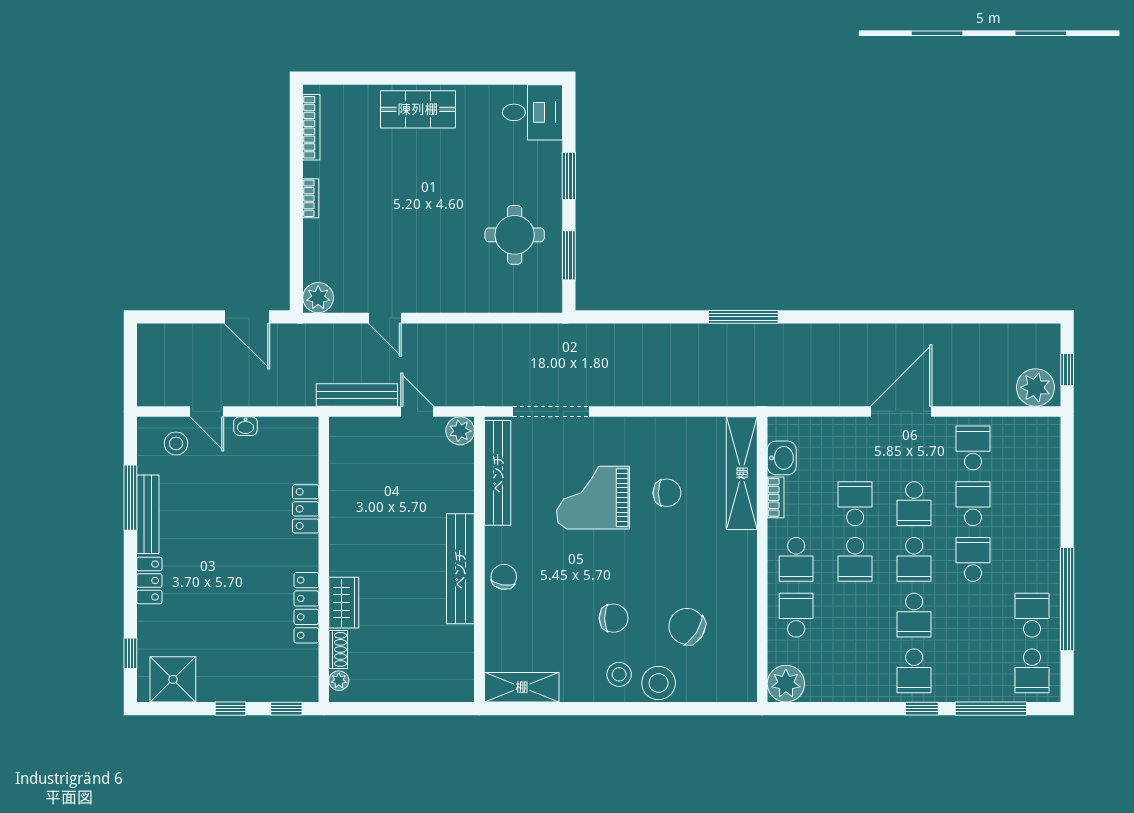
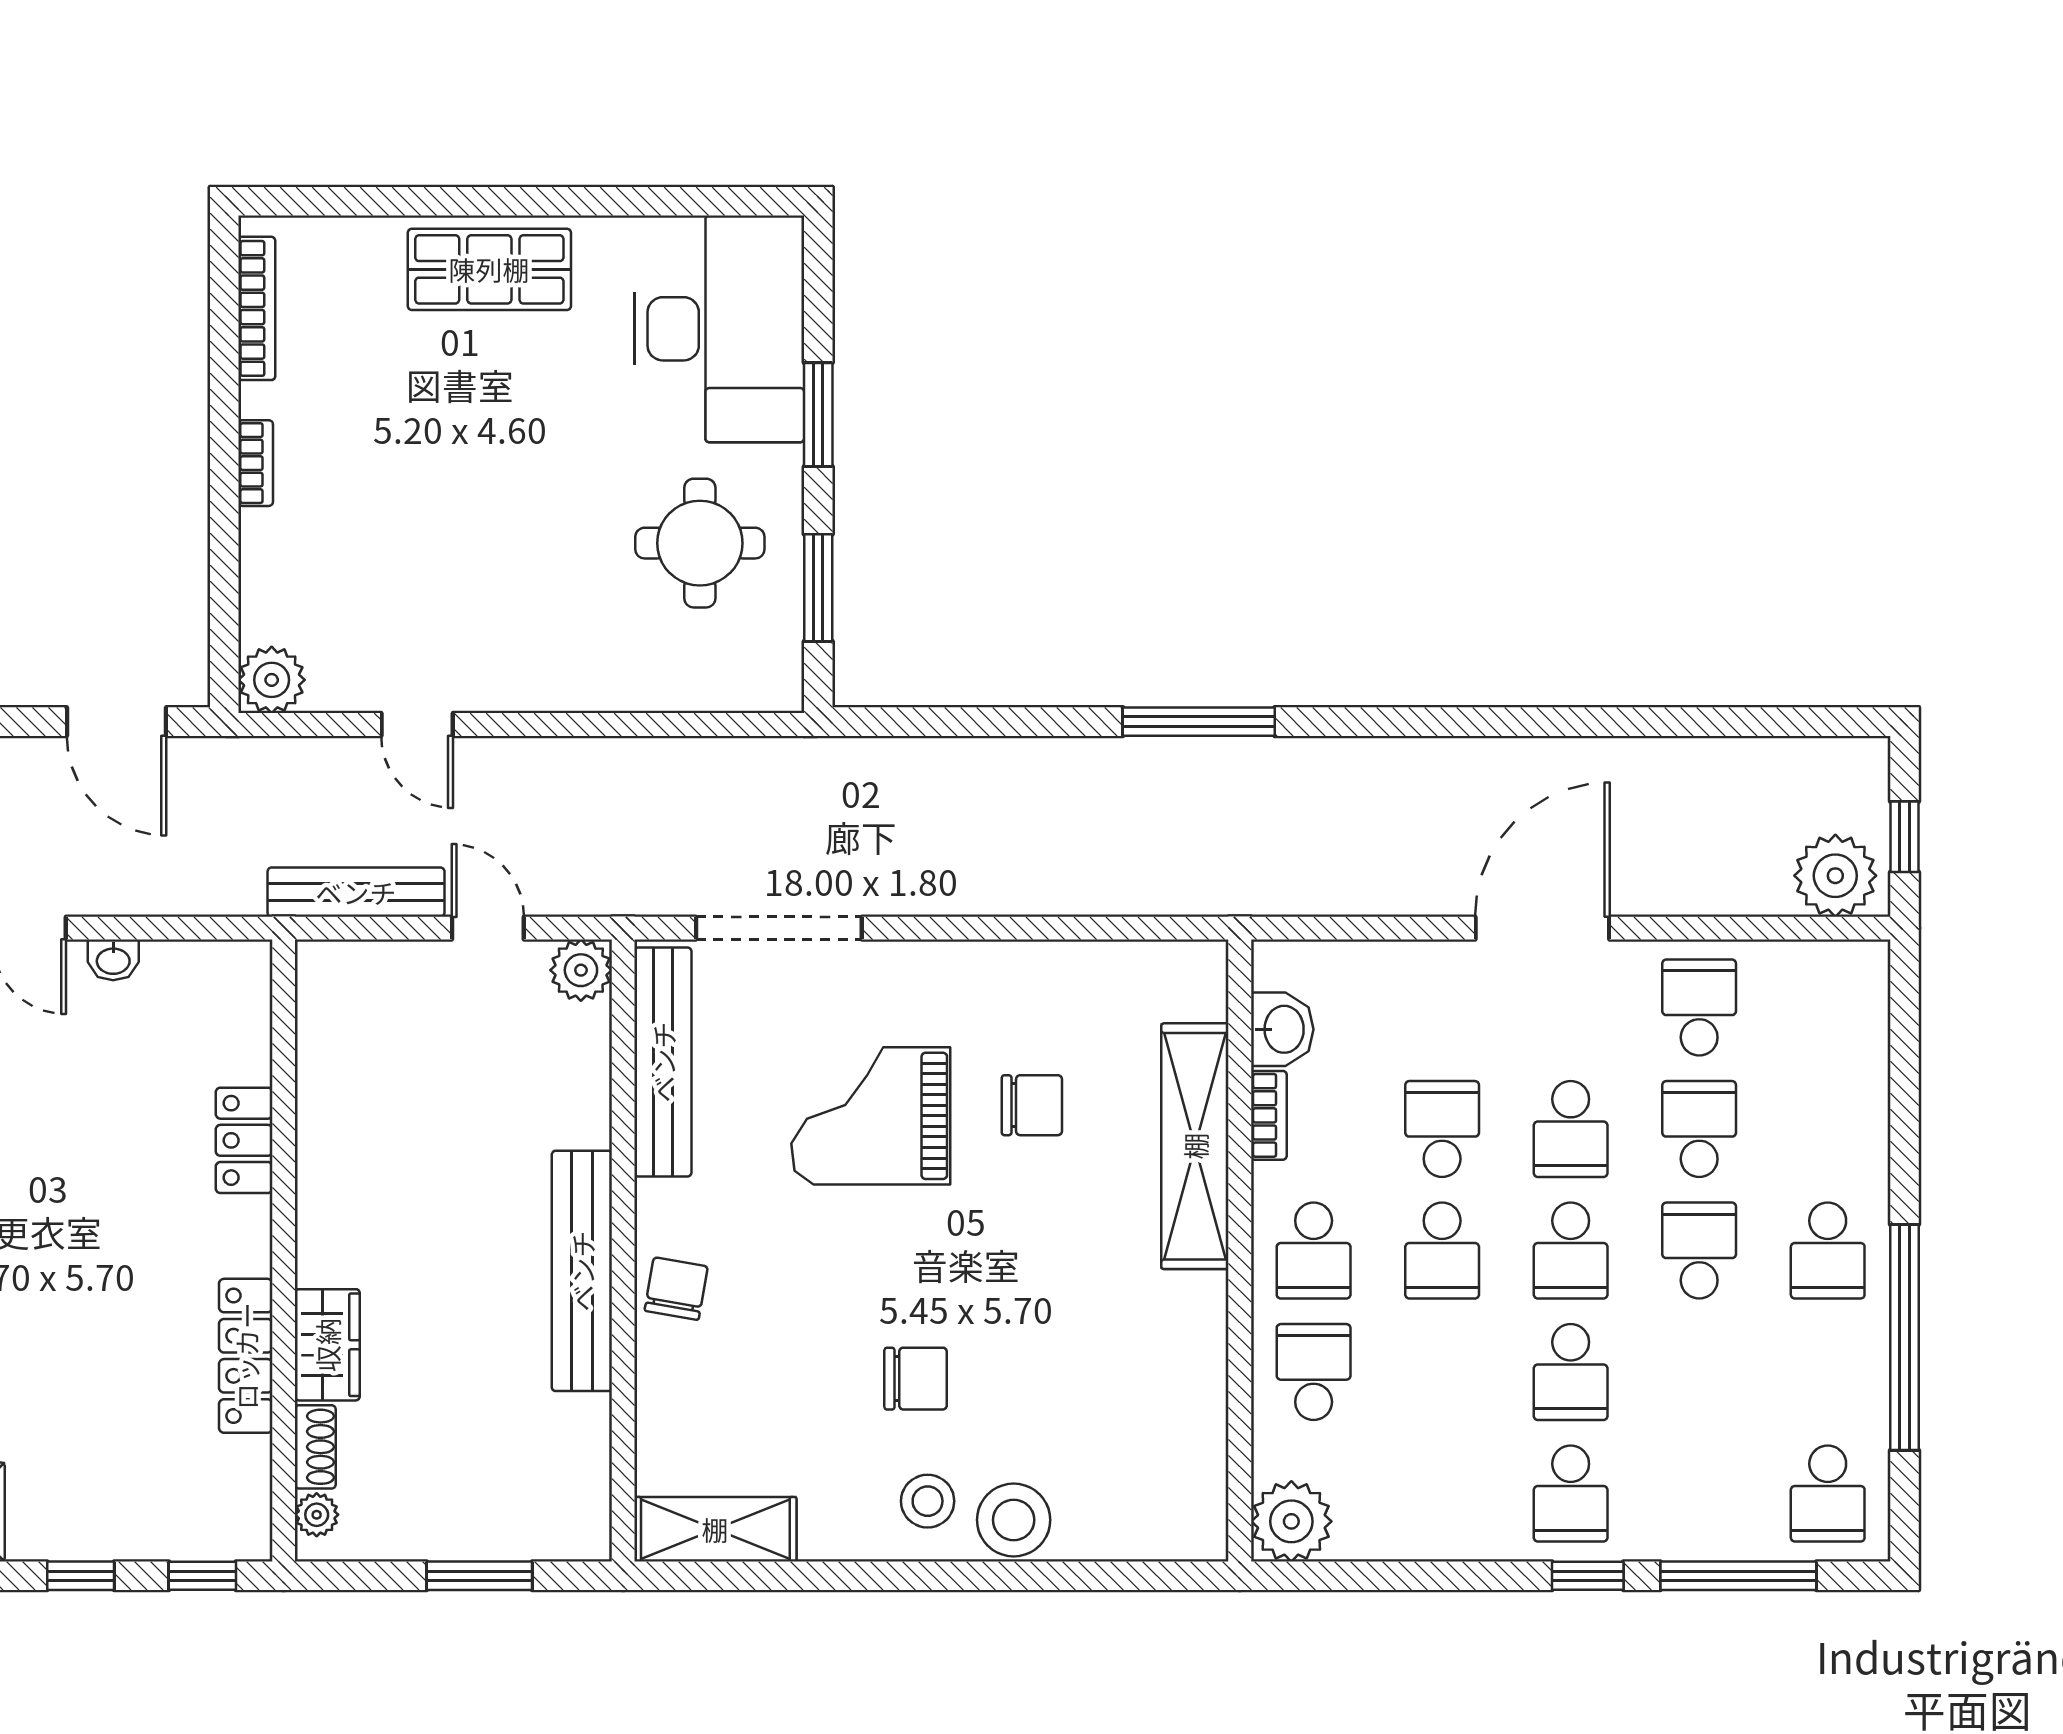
desk: (532, 112) -> (719, 329), width x1.87, depth x1.30
shelving: (742, 473) -> (1195, 1146), moved
school desk: (1032, 615) -> (1828, 1251), moved, turned 180
chair: (687, 626) -> (1076, 1397), removed
window: (413, 709) -> (479, 1576), added

